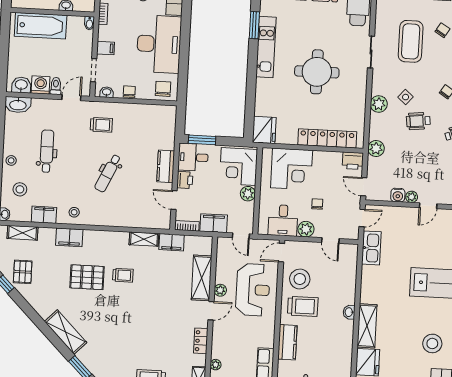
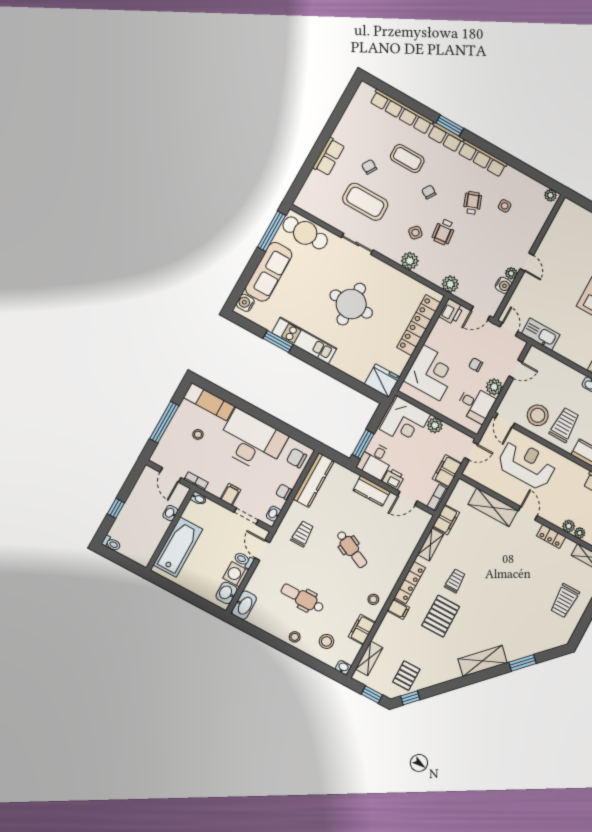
kitchen counter: (151, 113) -> (314, 480), added
filing cabinet: (69, 237) -> (398, 609), width x0.50
locker: (103, 237) -> (410, 583), added
pallet: (23, 272) -> (406, 676), turned 90
plant: (220, 290) -> (569, 526), moved

